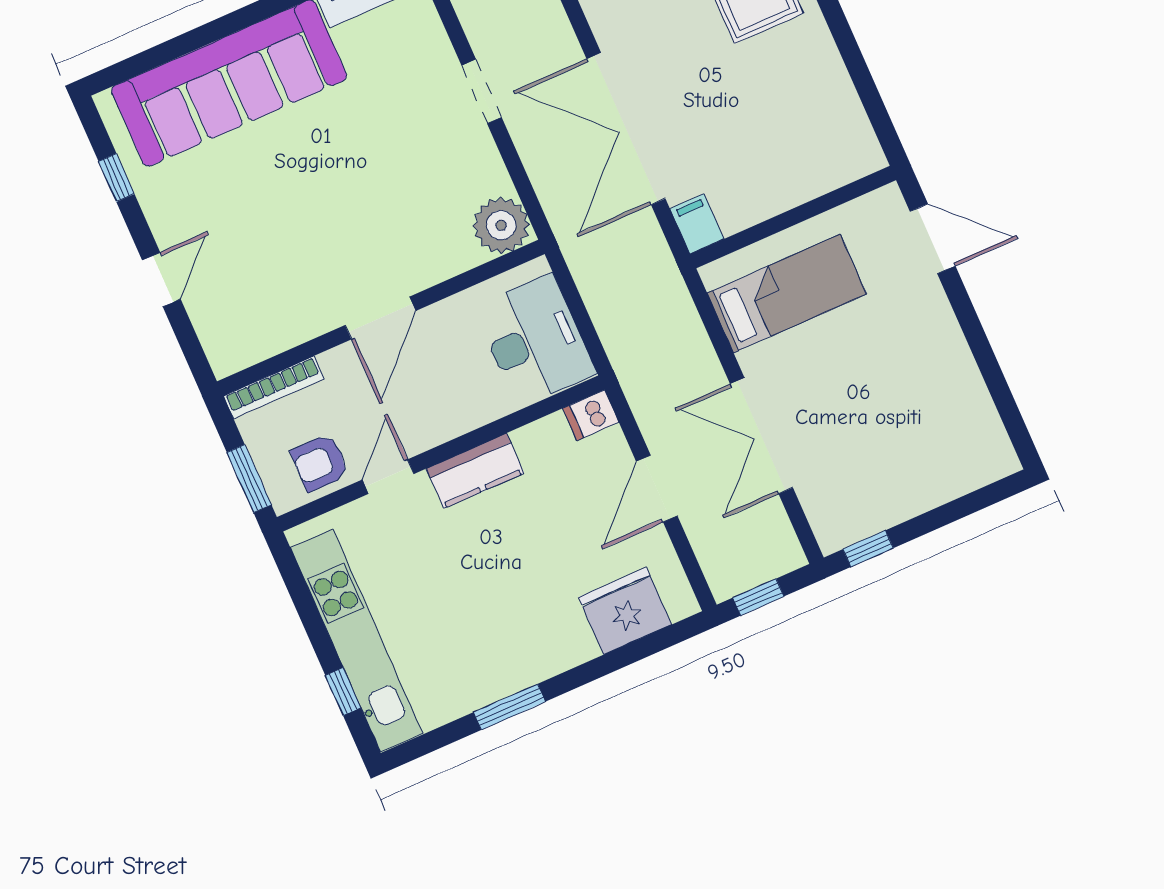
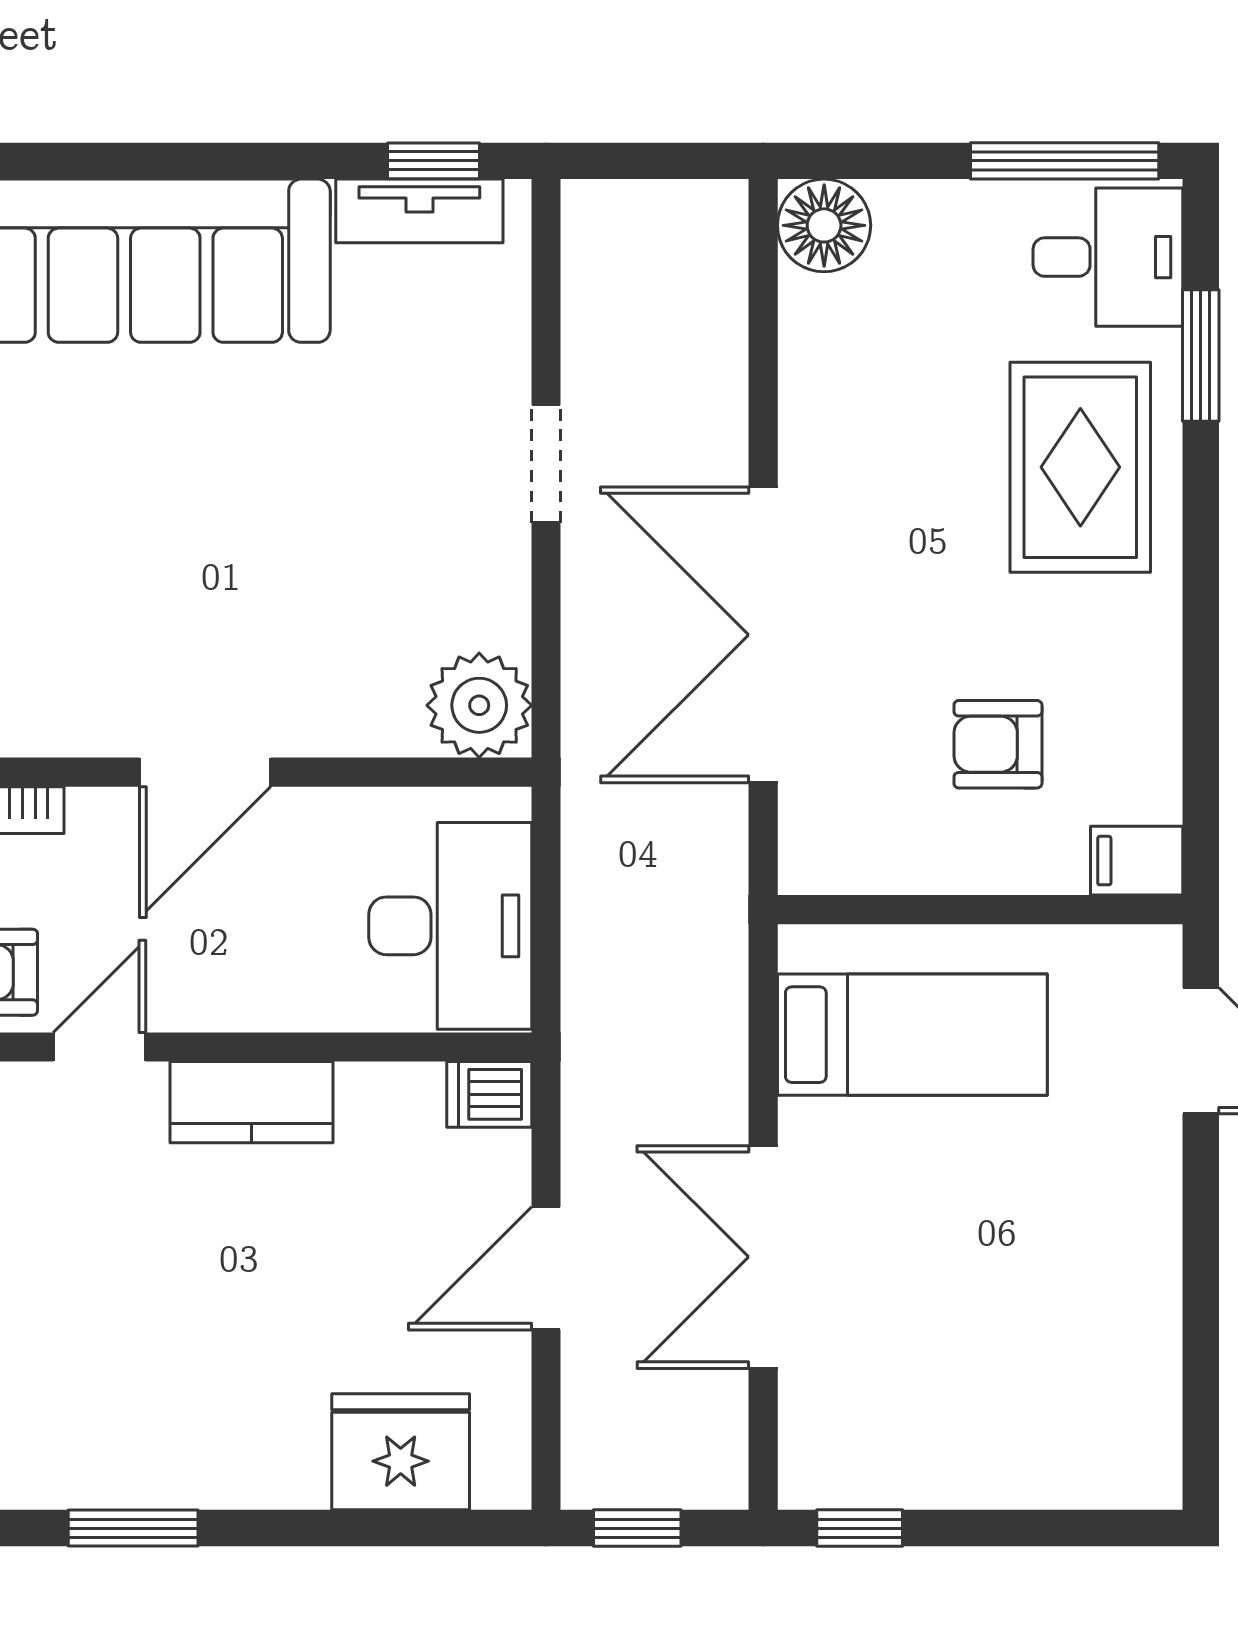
armchair: (766, 132) -> (998, 744), added
filing cabinet: (697, 224) -> (1137, 861), moved, turned -90

